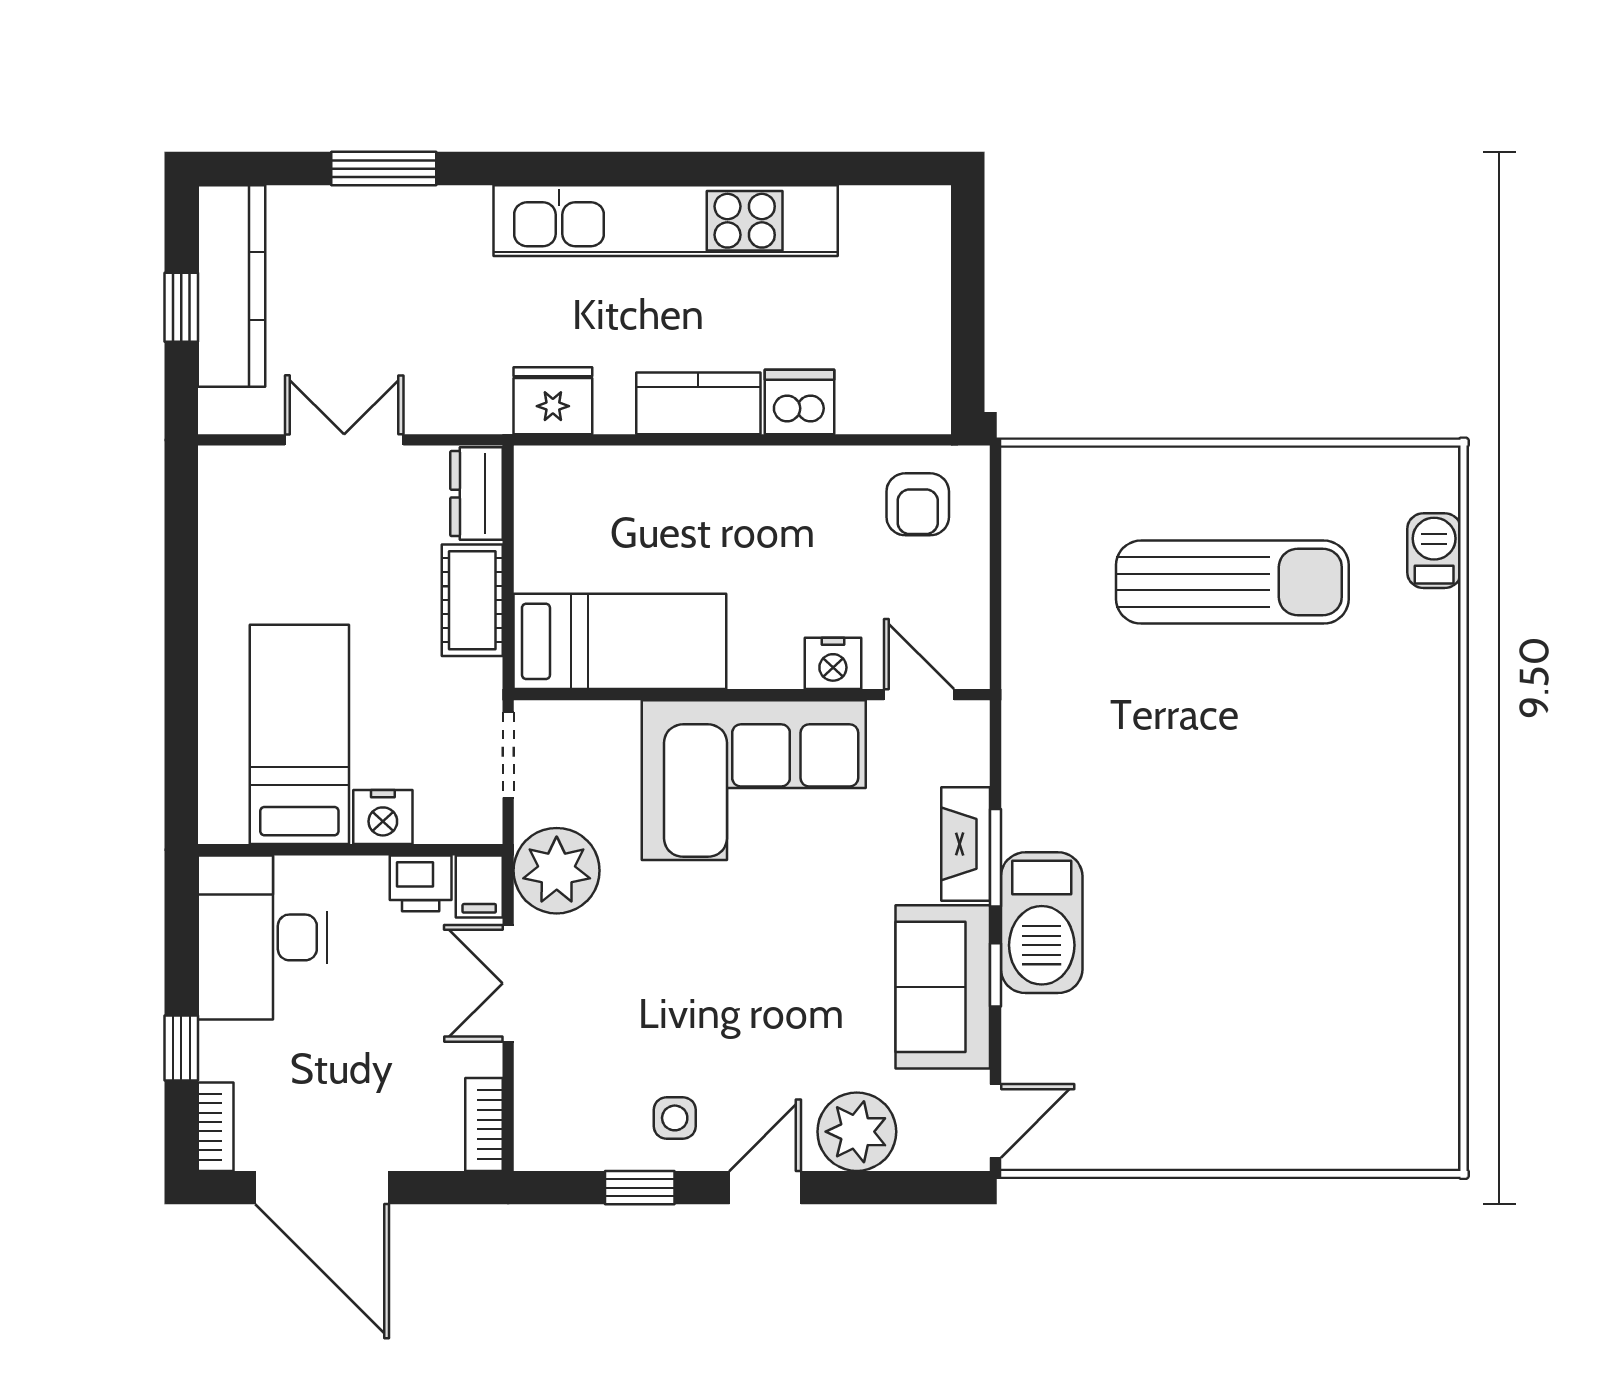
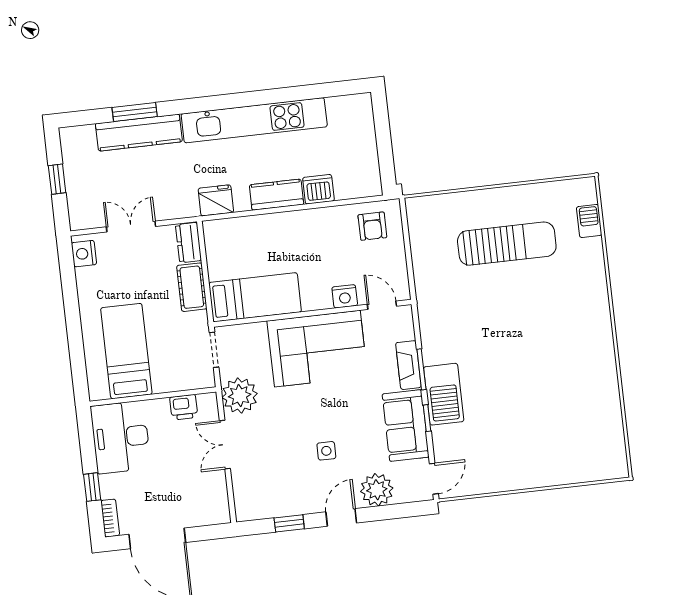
kitchen counter: (232, 286) -> (139, 133), moved, turned 90
nightstand: (383, 817) -> (84, 254), moved, turned 90
filing cabinet: (479, 886) -> (208, 406), removed
side table: (675, 1118) -> (326, 451), moved
bookcase: (484, 1124) -> (221, 504), removed

